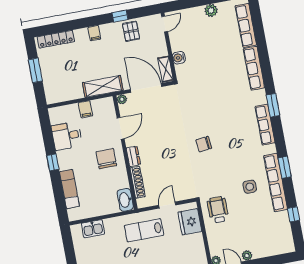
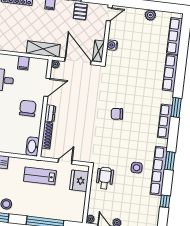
chair: (204, 144) -> (117, 114), moved

